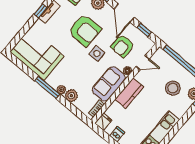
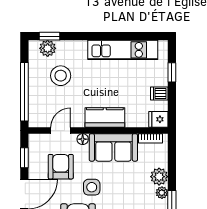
armchair: (123, 46) -> (61, 167), turned -90
door: (143, 63) -> (61, 130), hinge flipped

